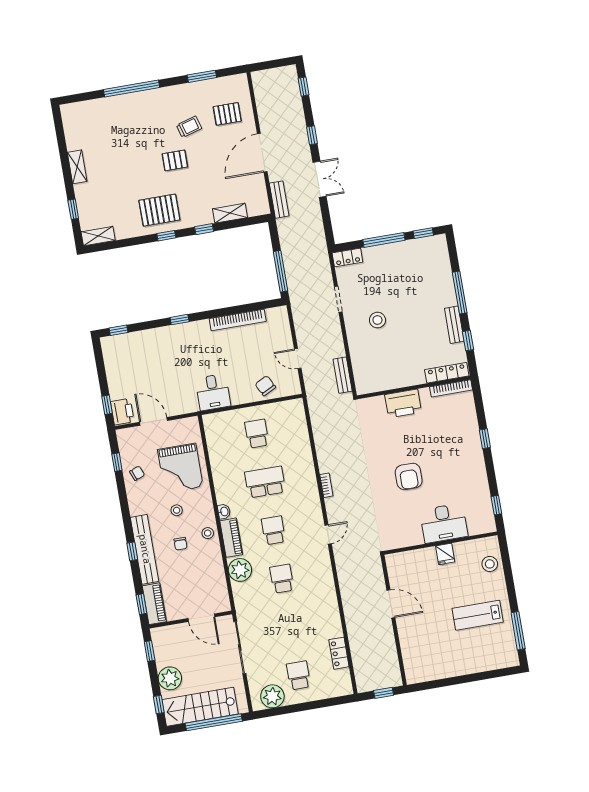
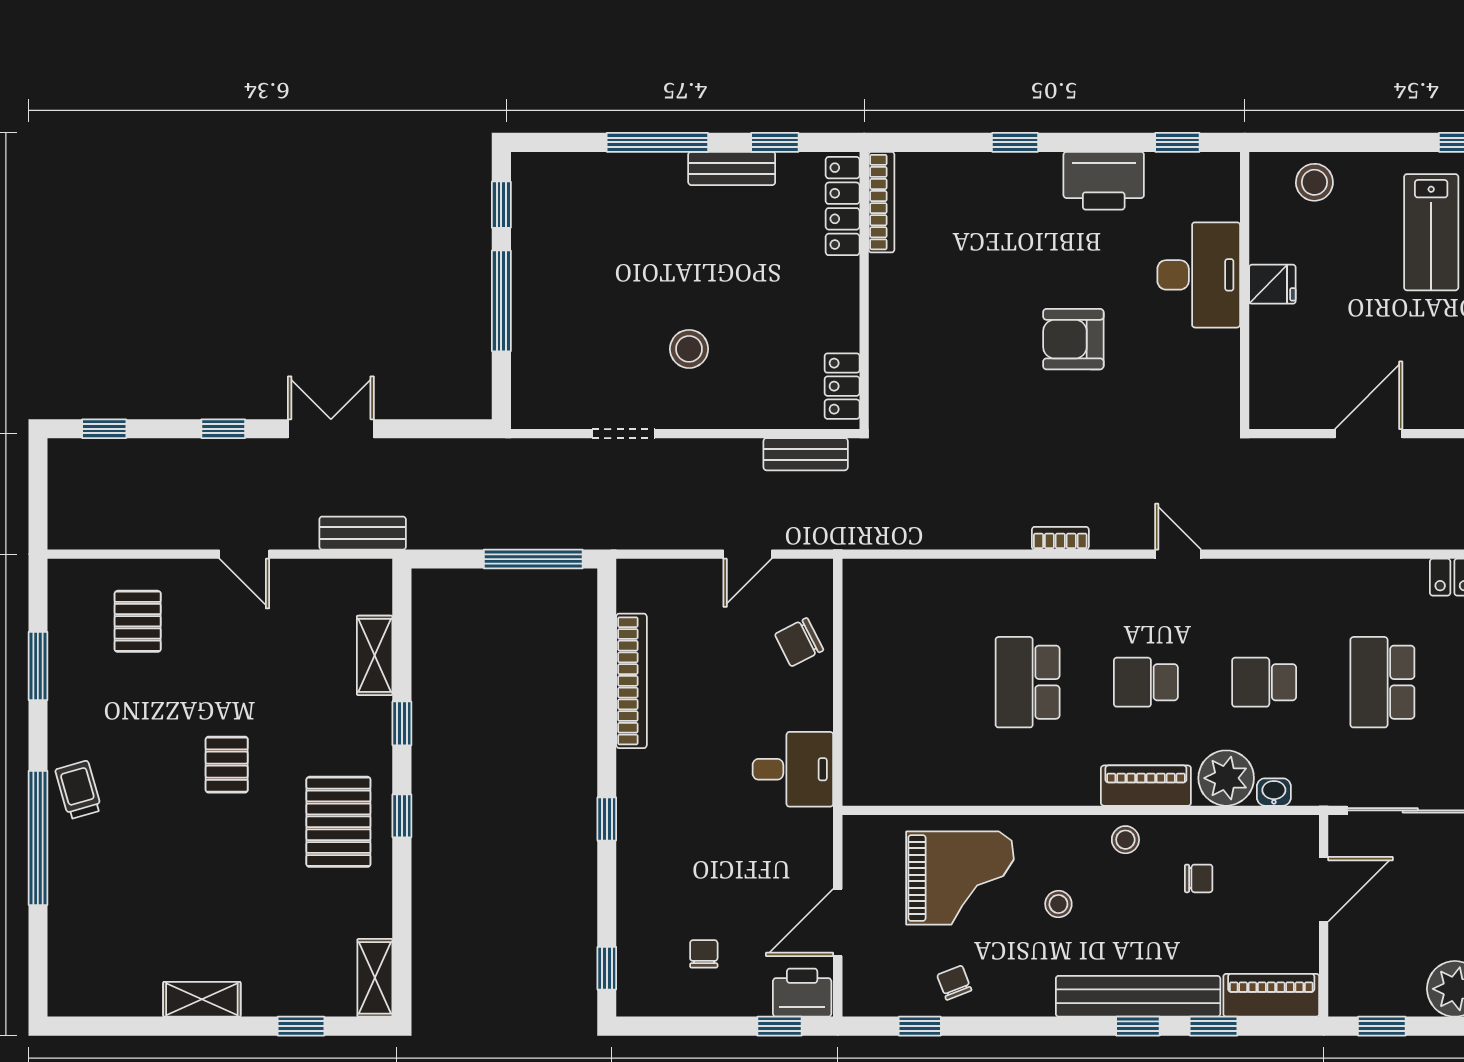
trolley: (189, 127) -> (78, 790), moved
door: (262, 153) -> (244, 554), width x0.53
locker: (347, 258) -> (842, 386), moved, turned 180
chair: (131, 369) -> (704, 954), added
printer: (403, 403) -> (1104, 181), moved, turned 90
school desk: (257, 434) -> (1382, 682), moved, width x1.85
armchair: (409, 476) -> (1073, 339), turned 180
washbasin: (224, 512) -> (1274, 792), moved
chair: (181, 544) -> (1199, 878), moved
window: (141, 604) -> (1214, 1026), moved

